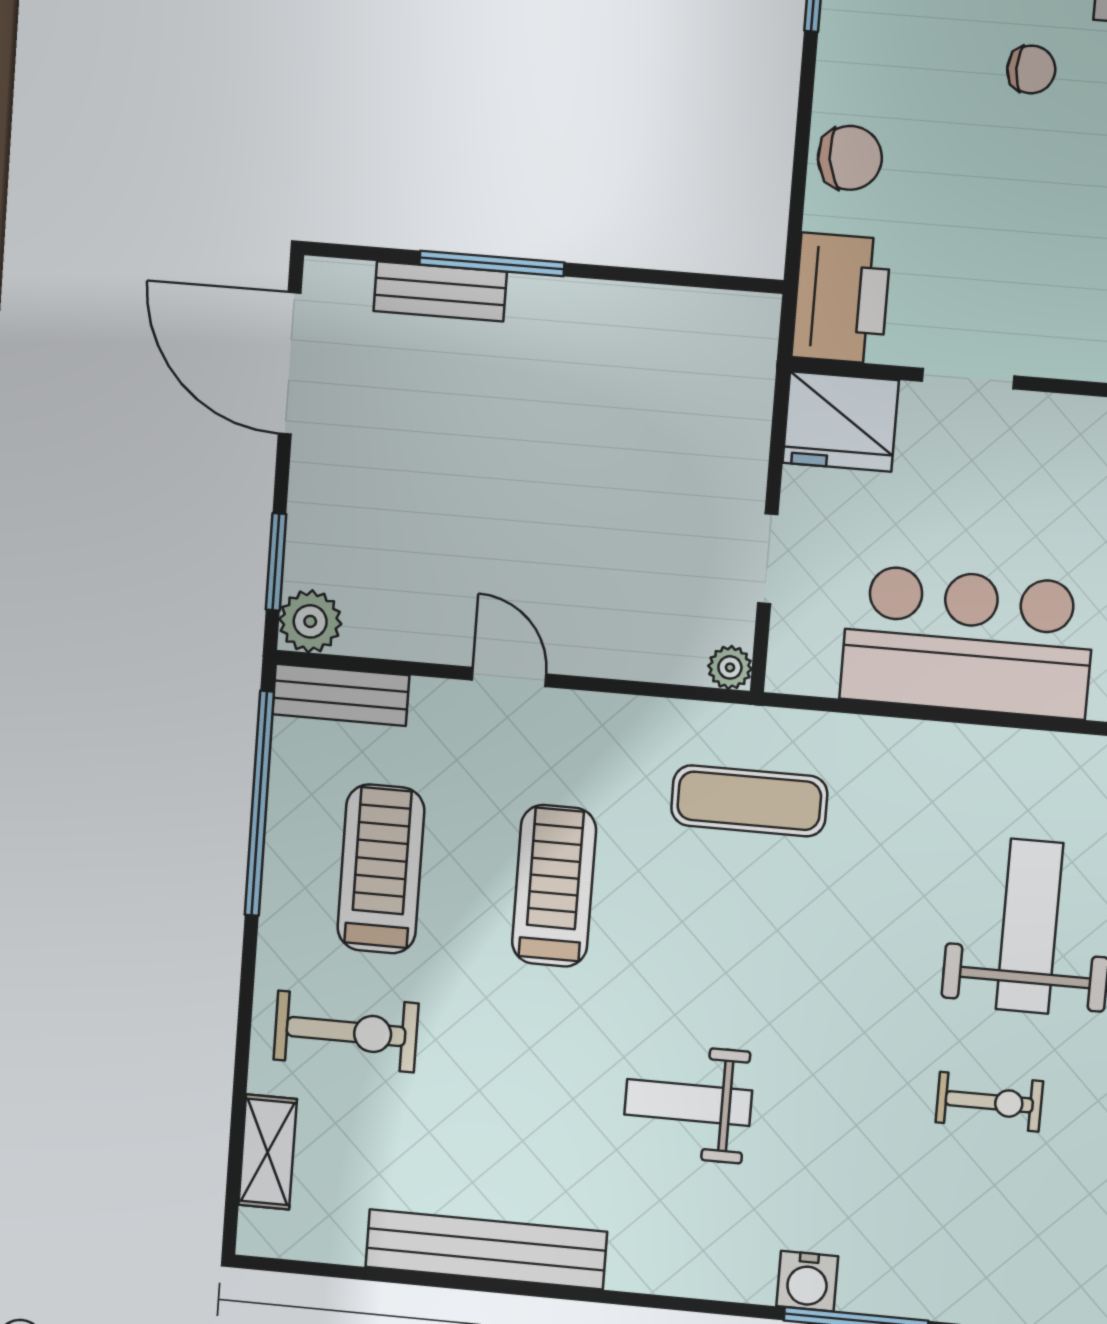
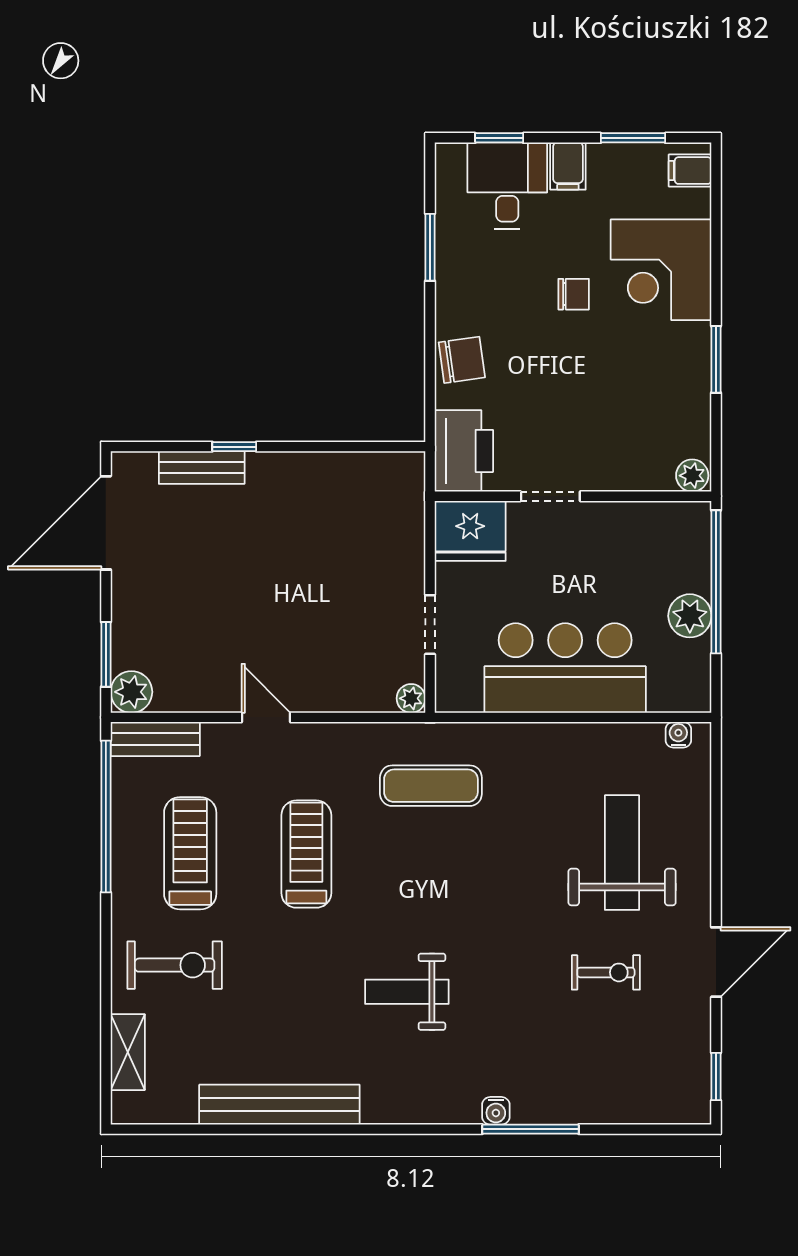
window: (492, 263) -> (234, 447), width x0.46
door: (290, 363) -> (106, 523), hinge flipped
water cooler: (807, 1281) -> (496, 1111), width x0.72, depth x0.72

